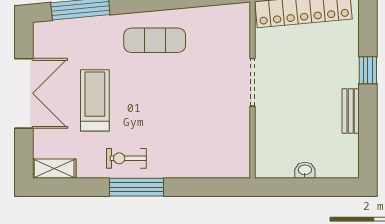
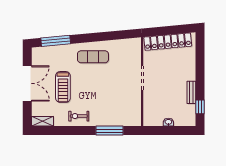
window: (368, 70) -> (200, 107), moved
treadmill: (95, 100) -> (63, 87), turned 180
window: (136, 187) -> (109, 131), moved

